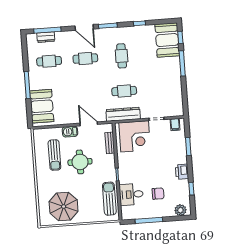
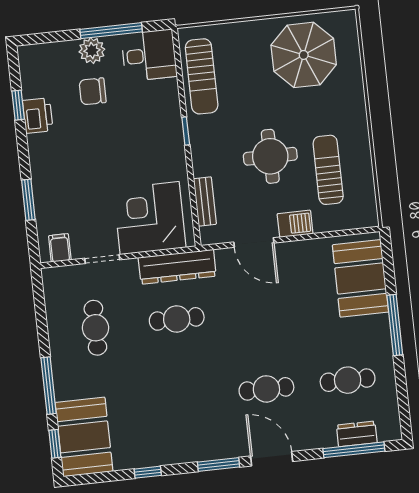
cafe table: (122, 56) -> (95, 328), moved
printer: (182, 172) -> (38, 116), moved
desk: (131, 194) -> (149, 55), moved
plant: (180, 210) -> (92, 51), moved

